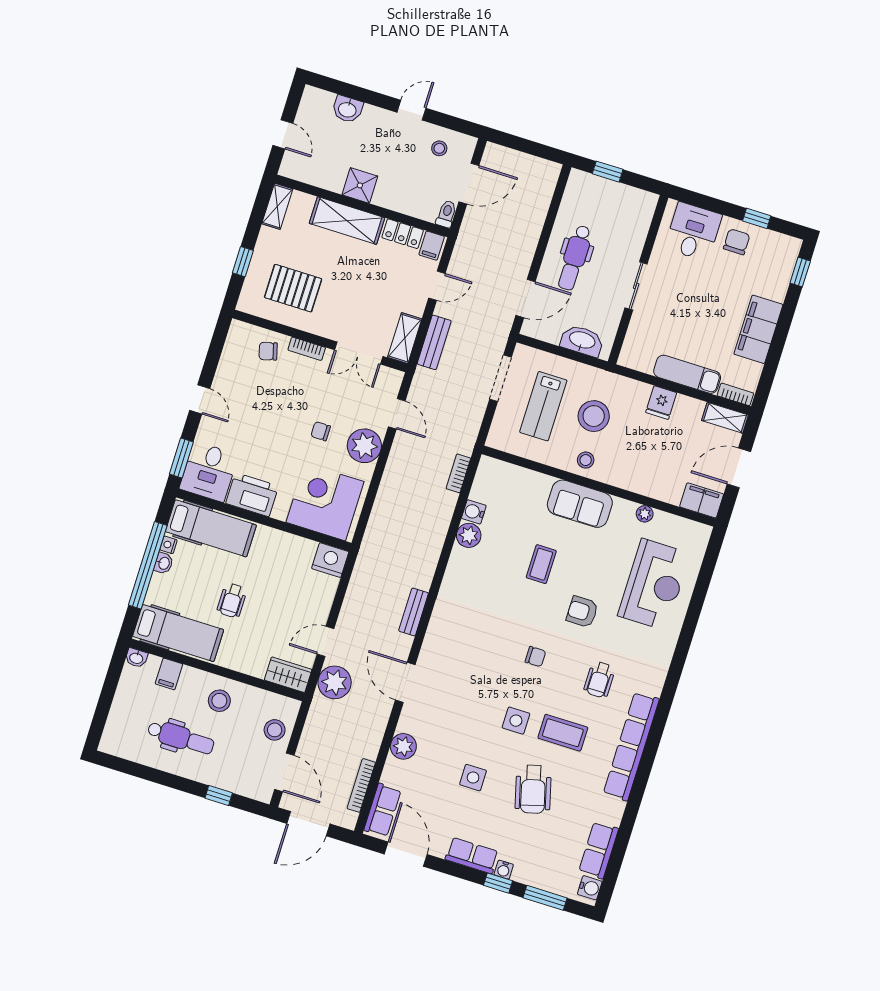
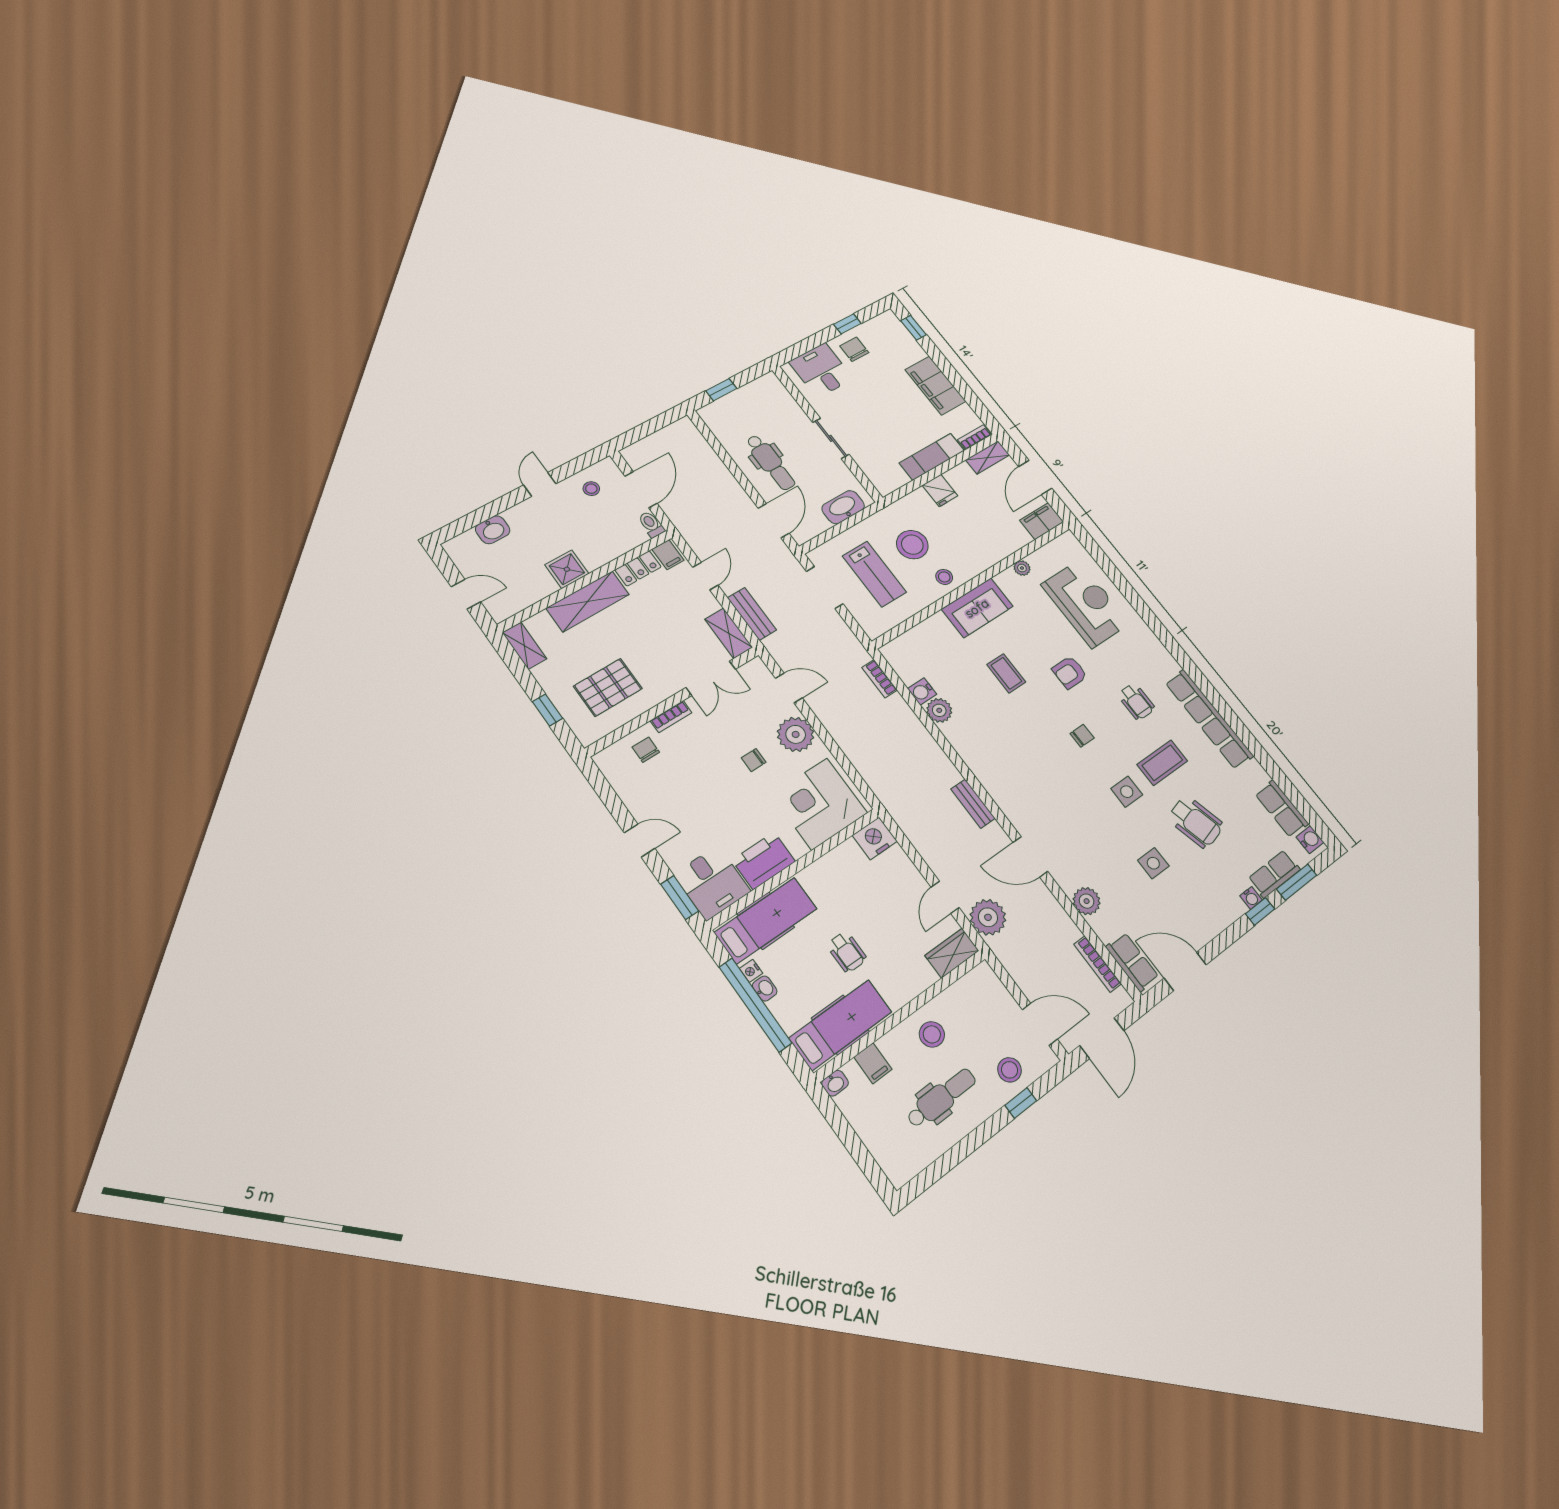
chair: (268, 351) -> (646, 750), turned 105
stool: (275, 730) -> (1010, 1070), moved
row of seats: (472, 856) -> (1274, 874), moved

